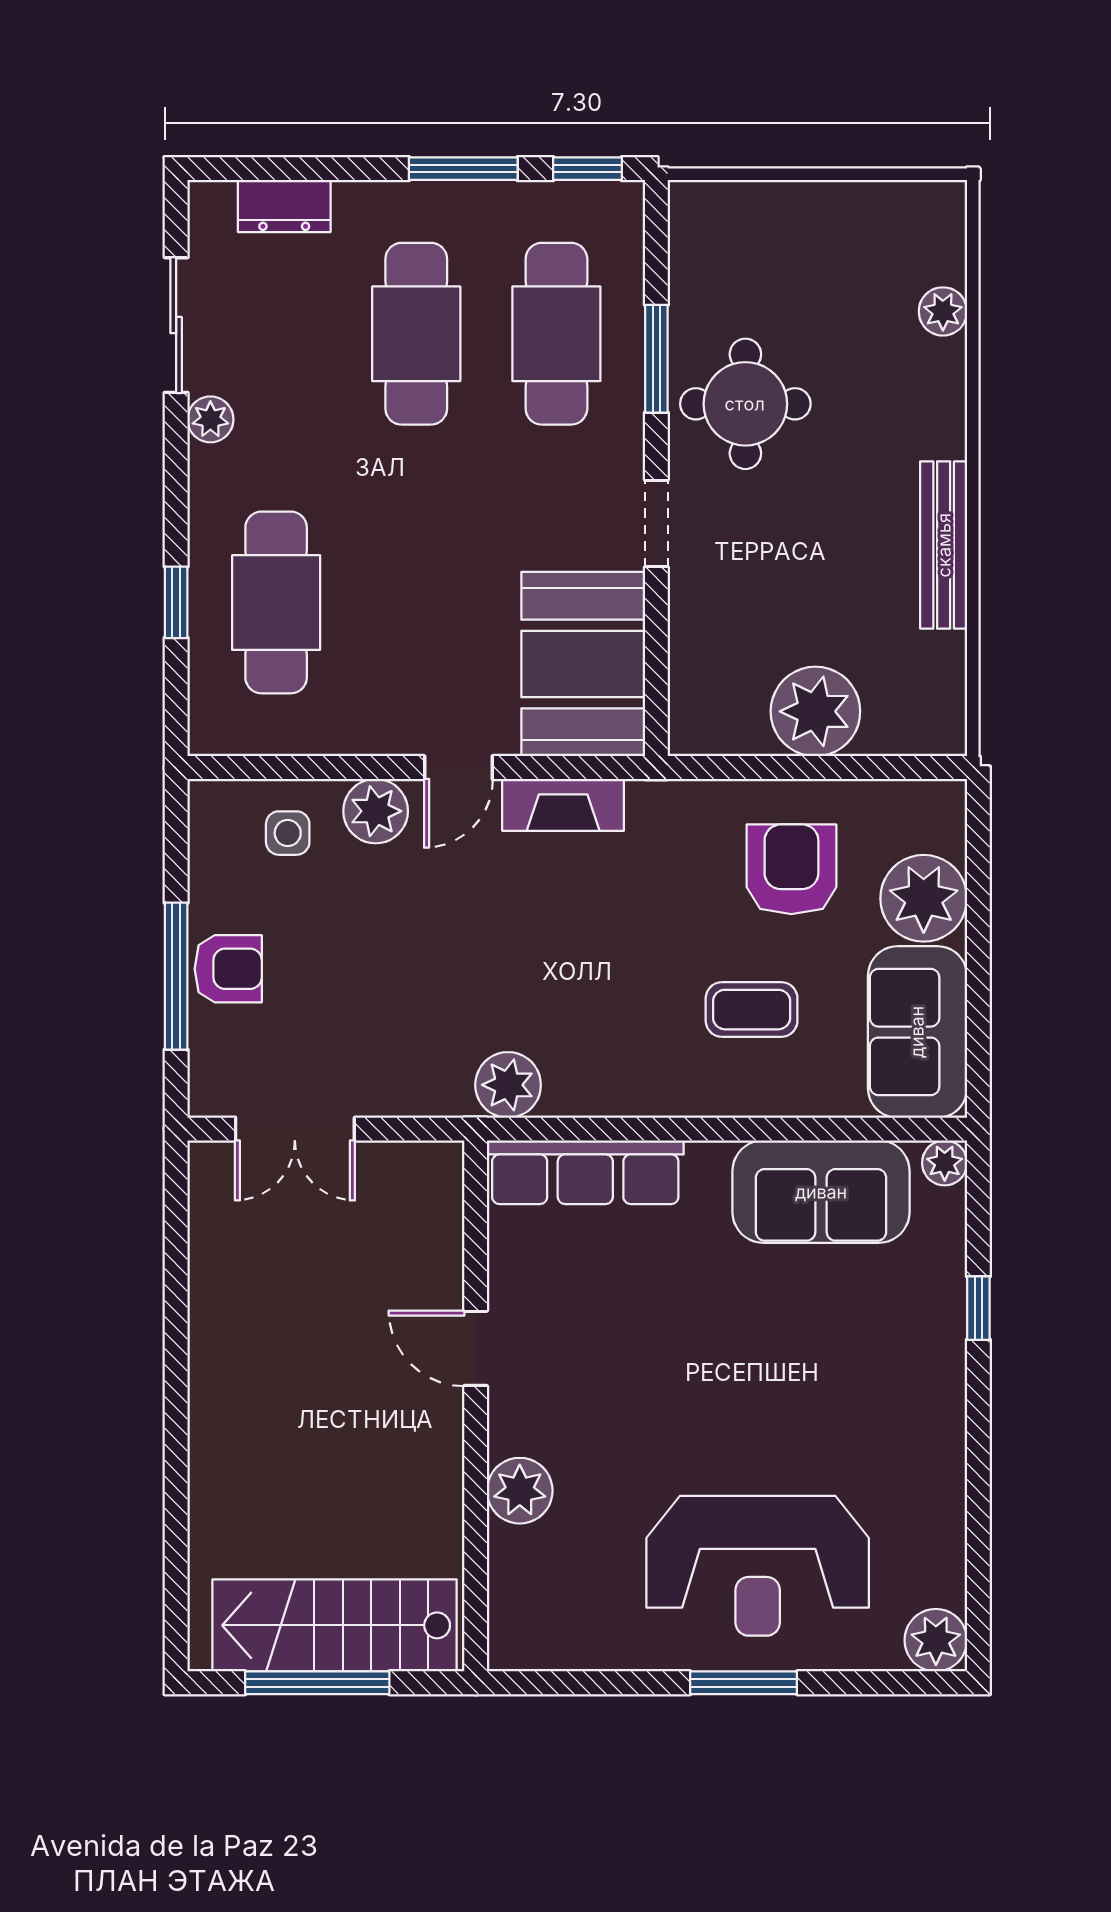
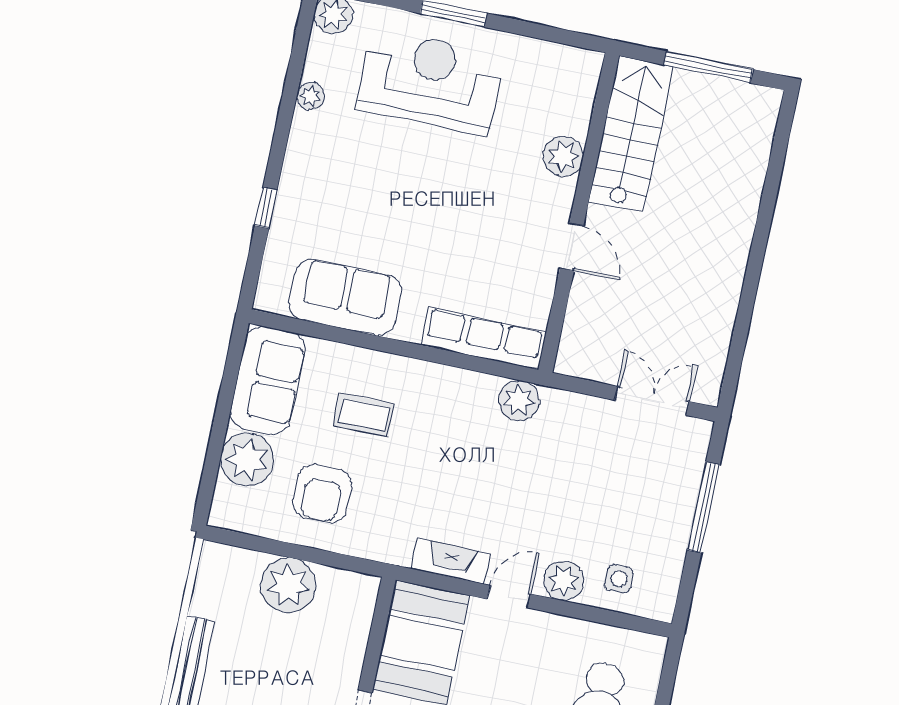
armchair: (228, 969) -> (672, 505), removed
plant: (945, 1163) -> (311, 96), moved
stairs: (335, 1625) -> (631, 134), moved, turned -90

